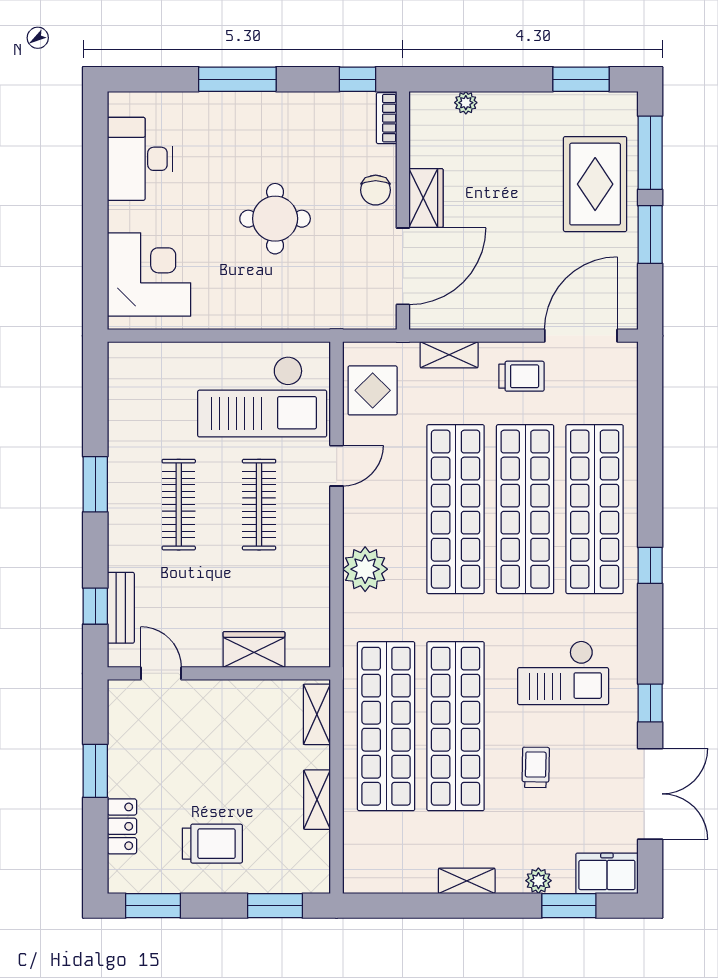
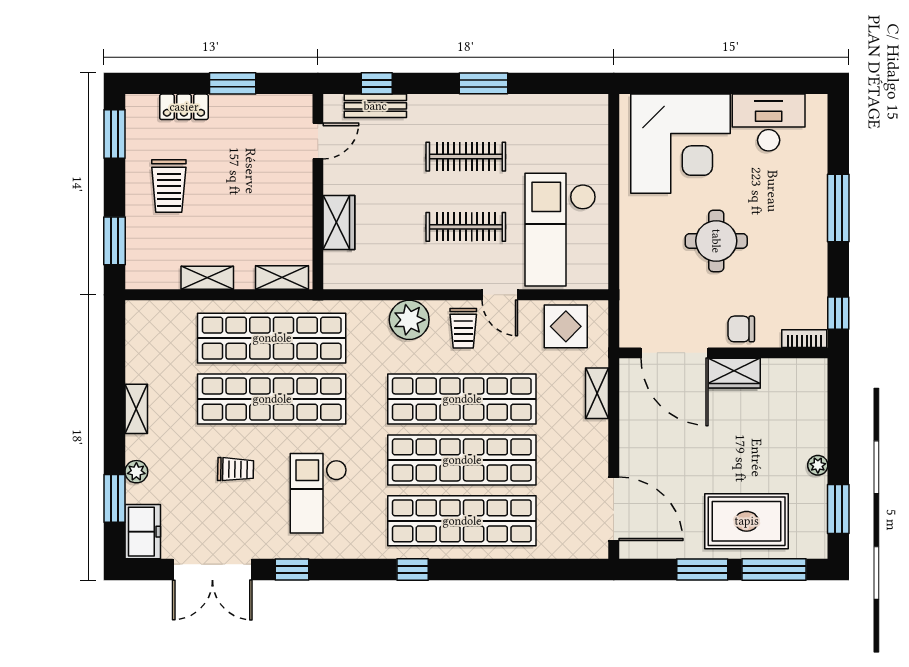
plant: (466, 103) -> (818, 465), moved
corner desk: (149, 274) -> (680, 144), width x1.36, depth x1.36
trolley: (521, 376) -> (463, 328), moved

